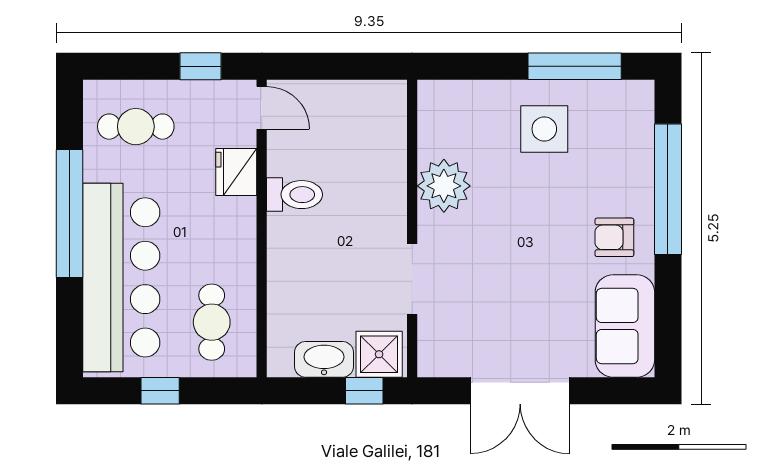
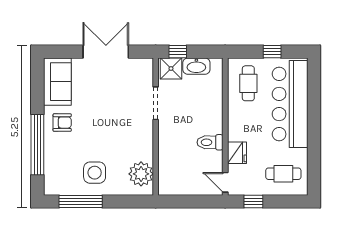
plant: (444, 186) -> (141, 174), moved
window: (69, 214) -> (314, 134), removed

